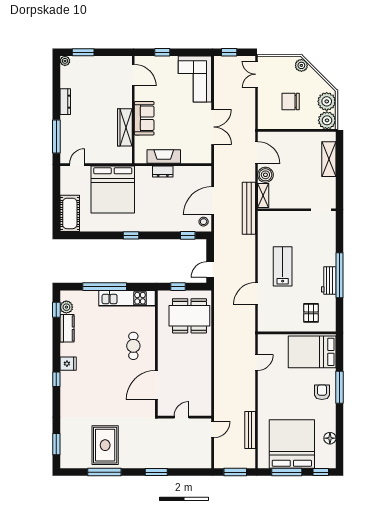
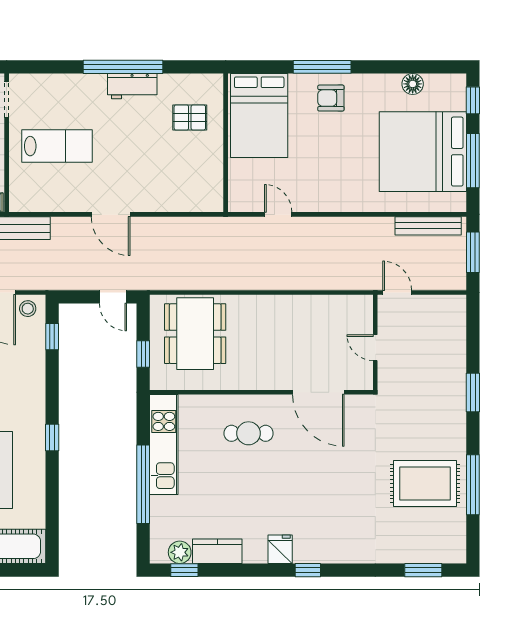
lab bench: (283, 266) -> (57, 146), moved, turned 180
door: (257, 294) -> (111, 214), moved
bench: (250, 430) -> (428, 226), moved

